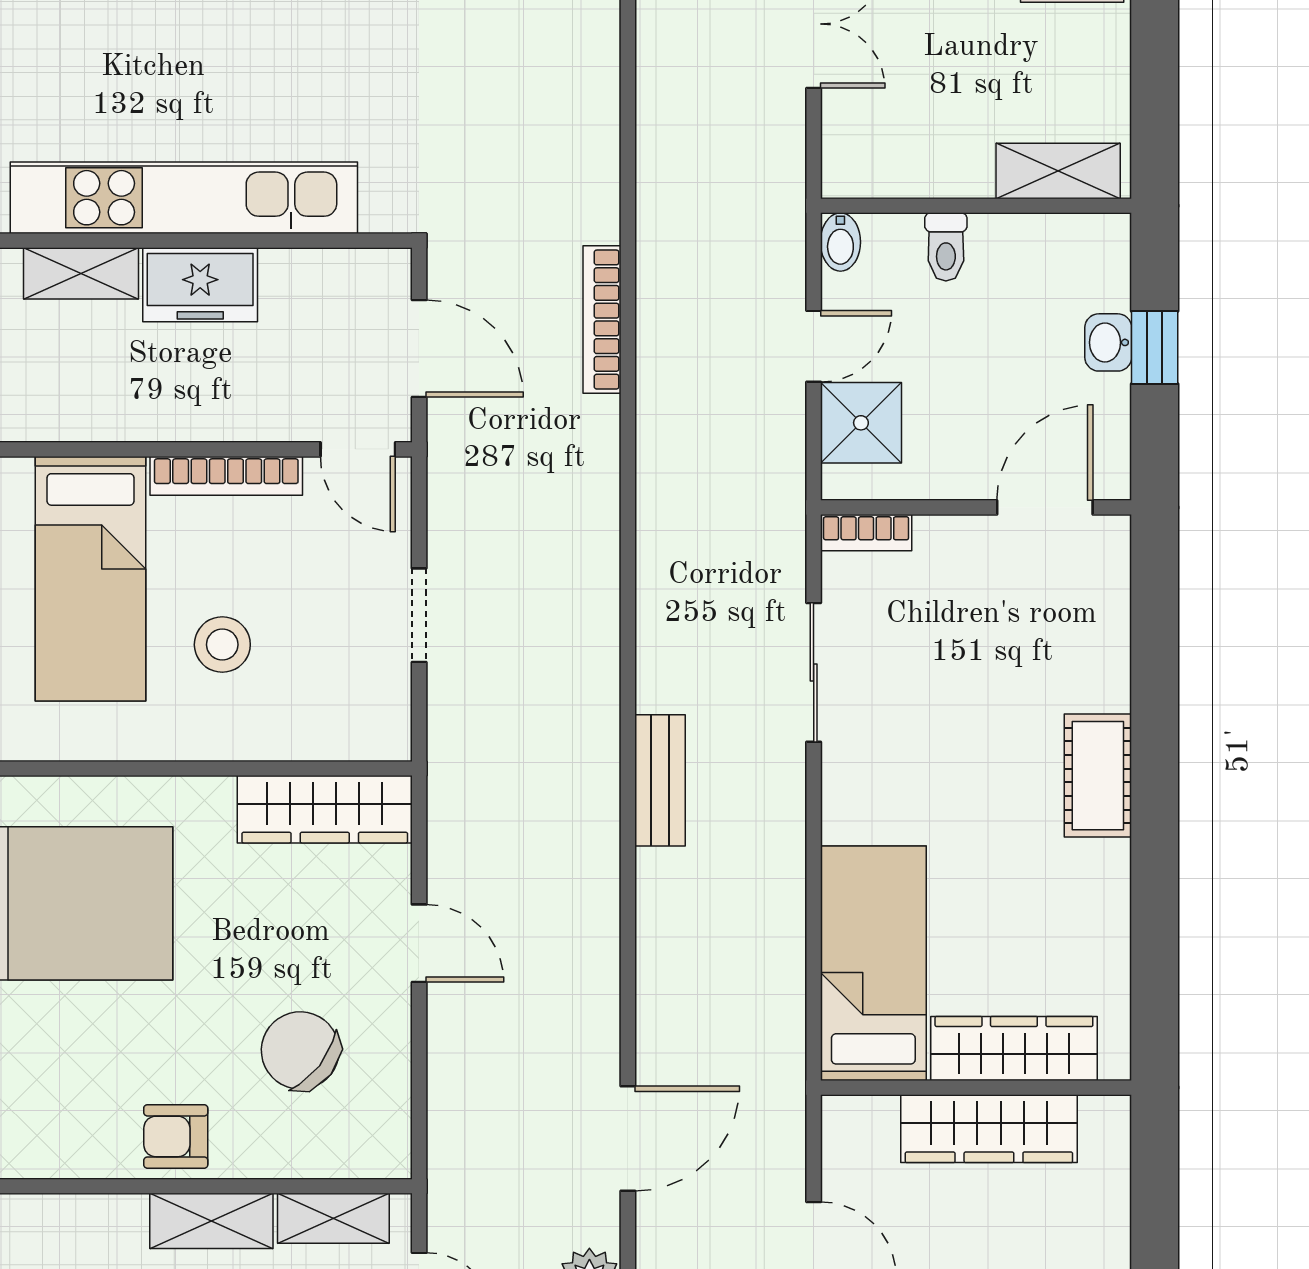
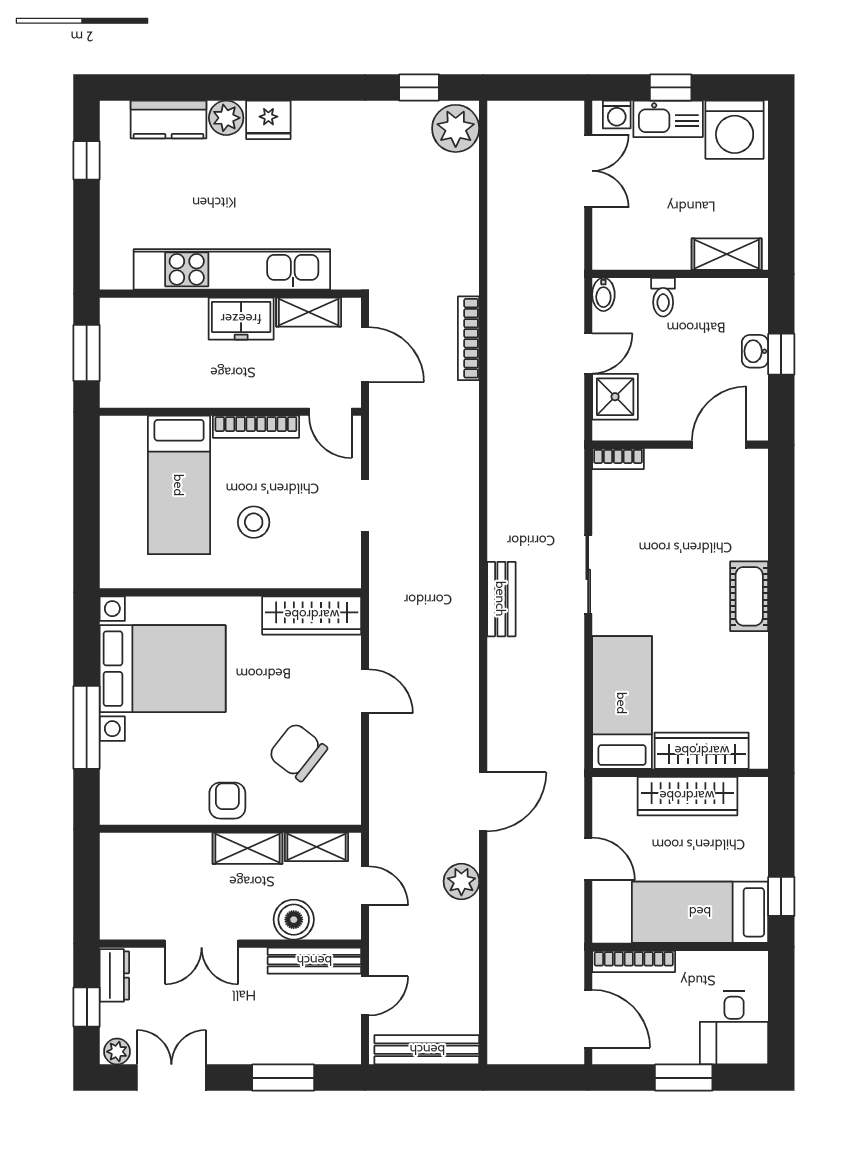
shelving: (81, 273) -> (309, 312), moved
sliding door: (814, 672) -> (588, 574), moved
armchair: (176, 1136) -> (227, 801), turned 90

